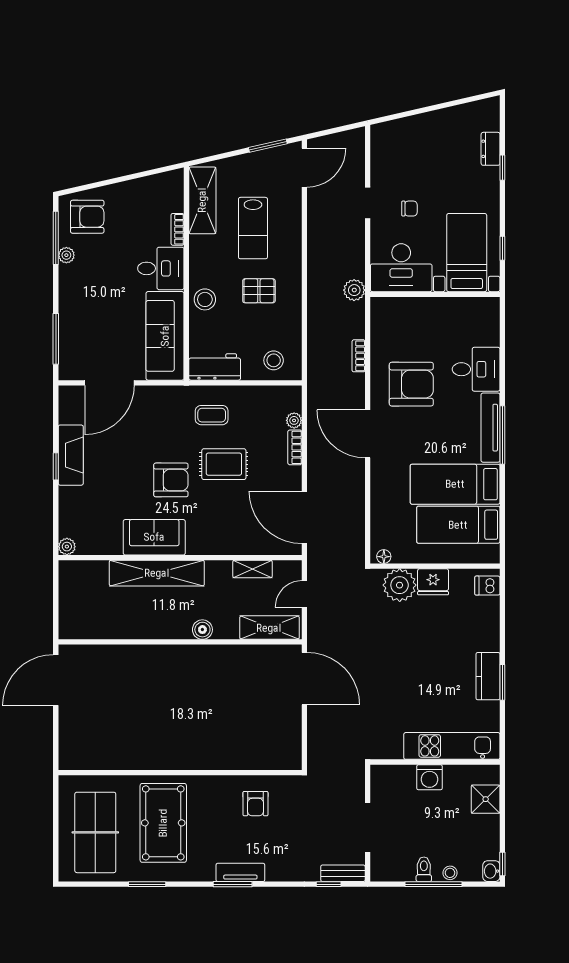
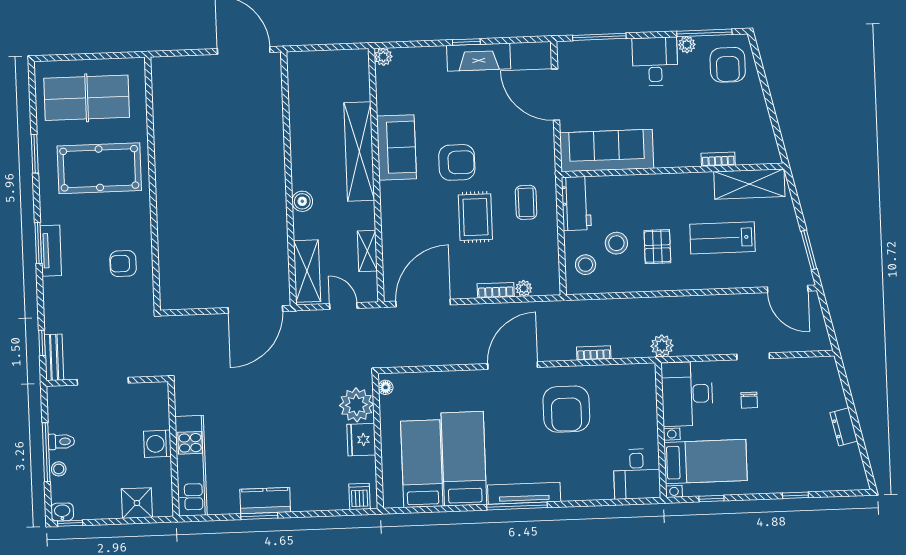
dresser: (491, 149) -> (844, 427), moved, turned -103
desk: (161, 268) -> (655, 61), moved, turned 180
stool: (205, 299) -> (616, 243), moved
desk: (476, 369) -> (637, 474), moved
armchair: (171, 480) -> (457, 162), turned -90

